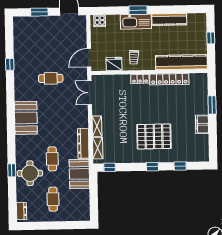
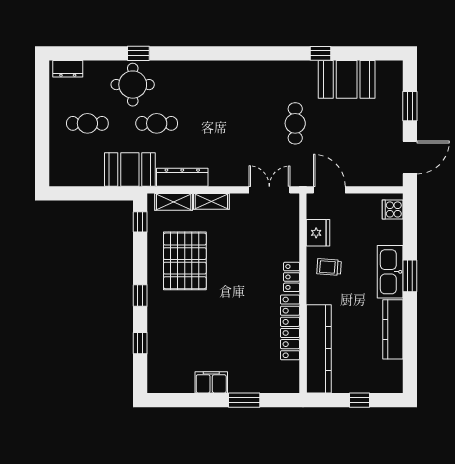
booth: (26, 118) -> (347, 79), moved
pallet: (154, 136) -> (185, 261), moved

